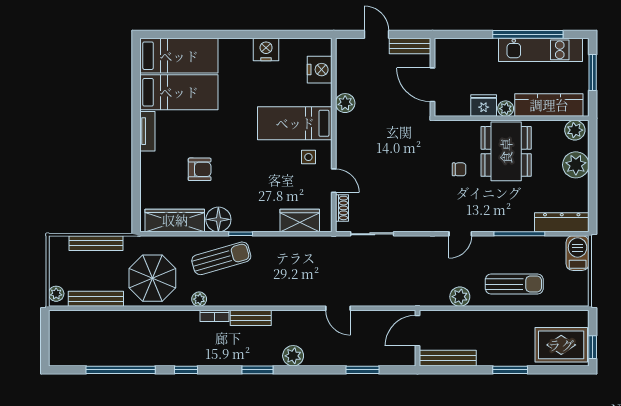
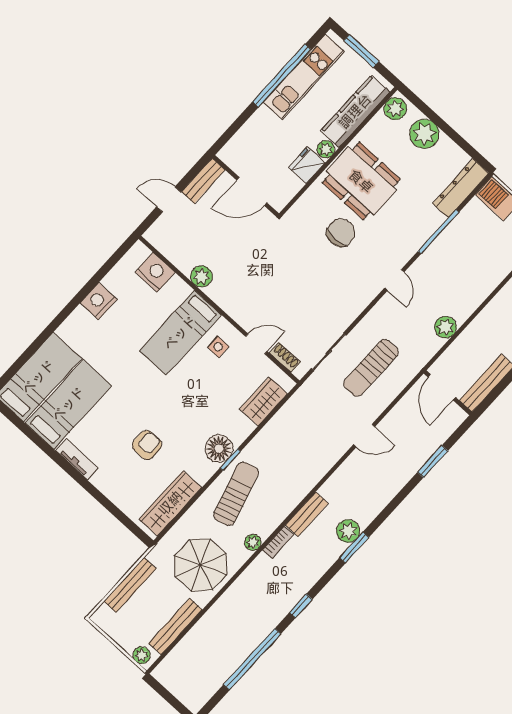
chair: (459, 169) -> (341, 233), width x1.87, depth x1.87
floor lamp: (218, 219) -> (219, 449), moved
sun lounger: (514, 284) -> (371, 368), moved, turned 180
plant: (293, 356) -> (348, 531), moved

